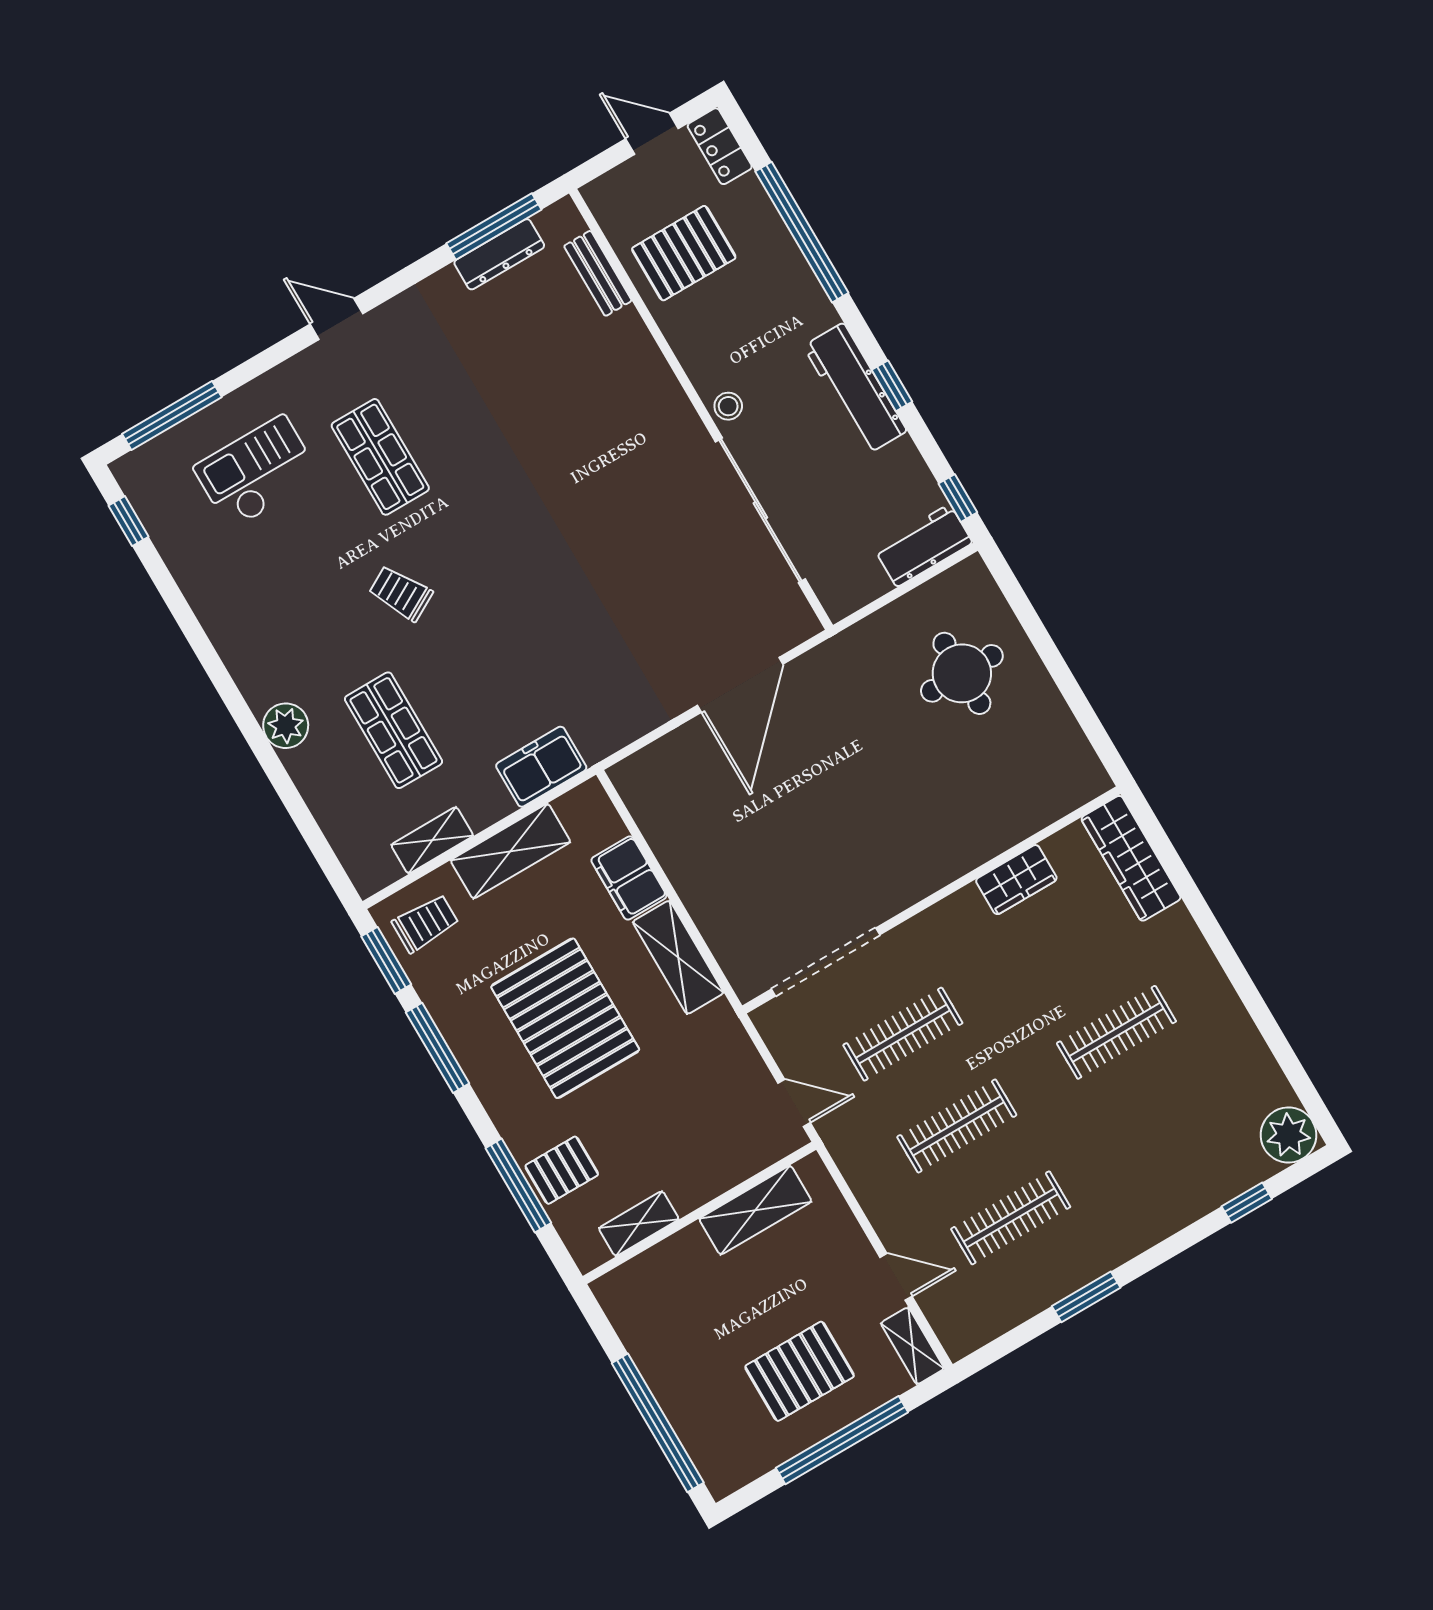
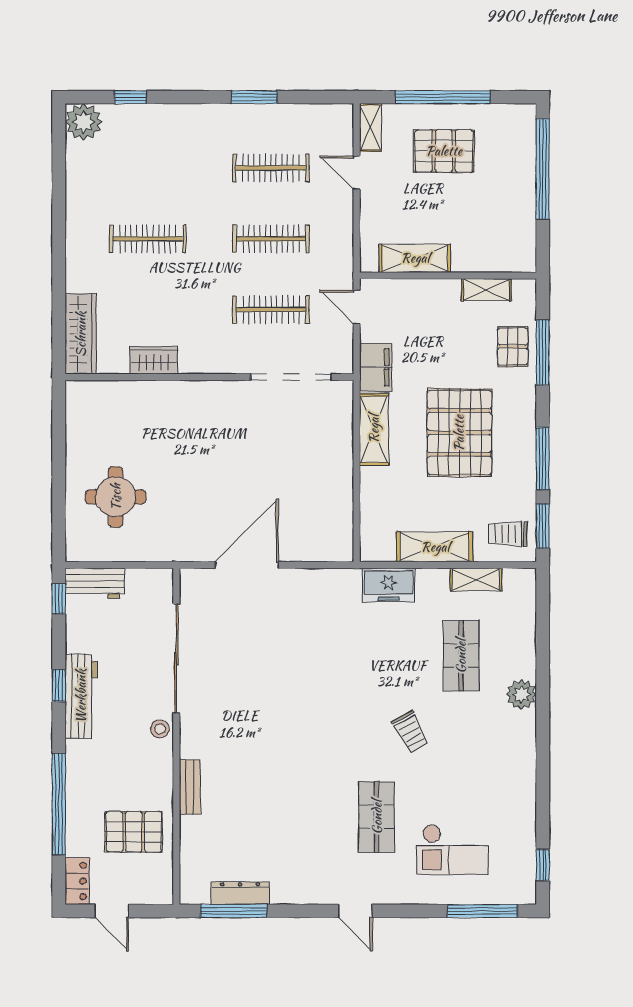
bench: (598, 273) -> (190, 787), moved
filing cabinet: (629, 878) -> (376, 367), moved
pallet: (562, 1170) -> (513, 346), turned 90

